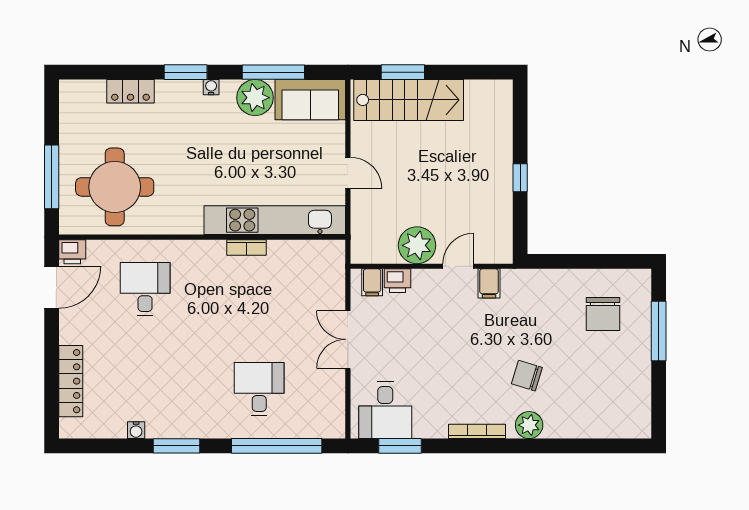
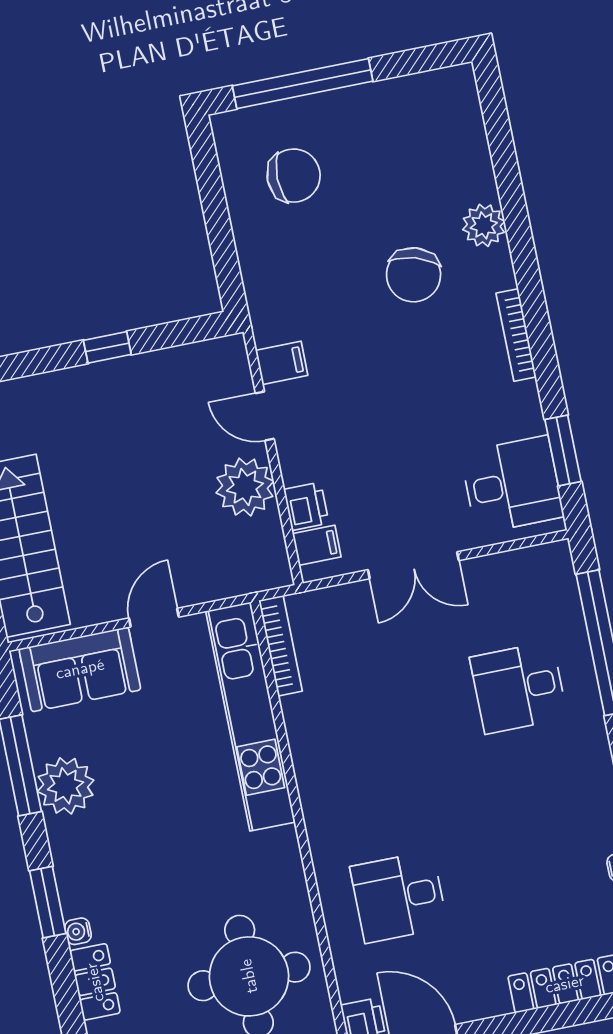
water cooler: (211, 87) -> (78, 931), moved
sofa: (310, 100) -> (80, 669), moved, turned 90
bookcase: (247, 247) -> (280, 646), moved, width x1.56
window: (659, 331) -> (303, 84), width x1.46
chair: (527, 376) -> (414, 275), width x1.37, depth x1.37
plant: (529, 425) -> (484, 225), moved

